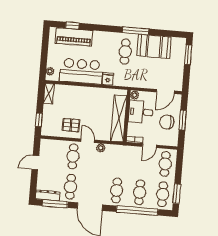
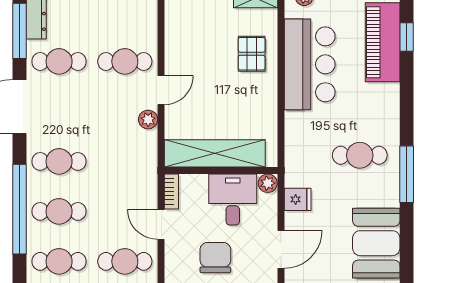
booth: (154, 46) -> (376, 243), moved
fridge: (108, 79) -> (298, 199), moved
door: (166, 91) -> (281, 249), swing flipped
pallet: (71, 125) -> (252, 54), moved

